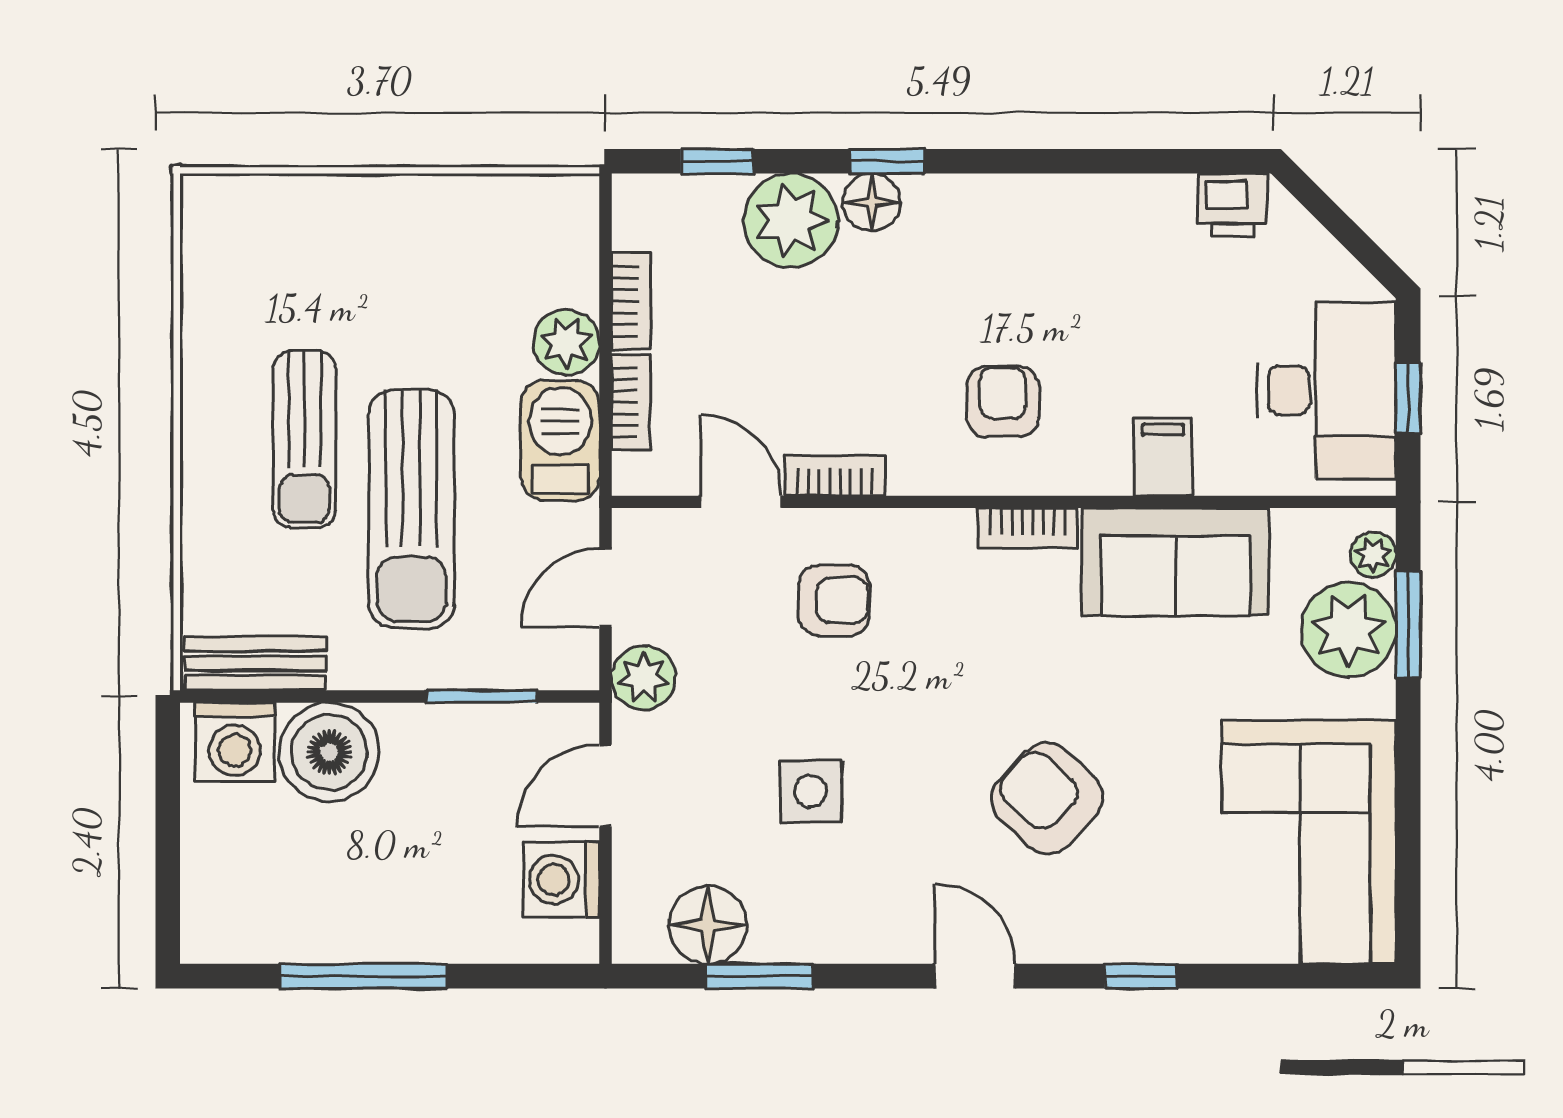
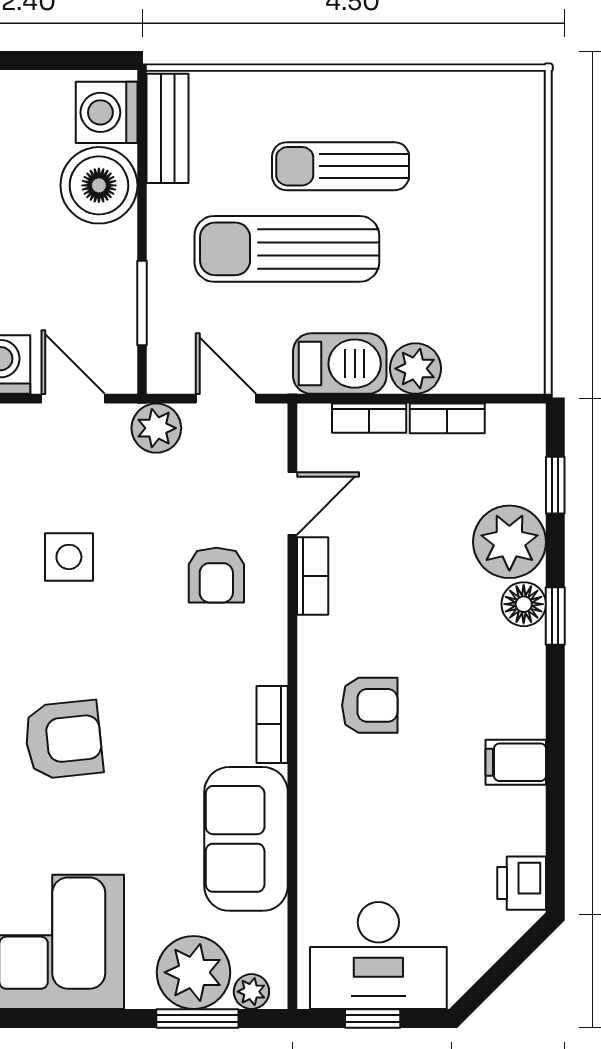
filing cabinet: (1163, 457) -> (516, 762), moved, turned 180
armchair: (1047, 798) -> (64, 740), turned 41

